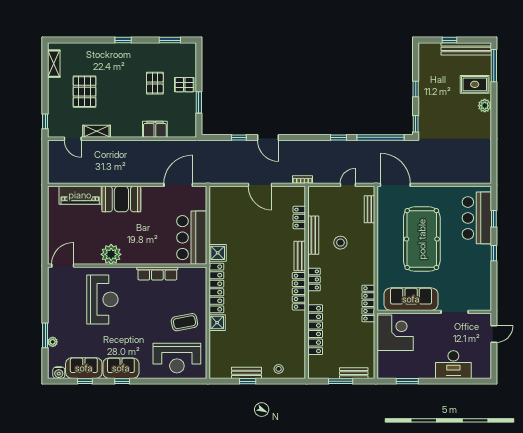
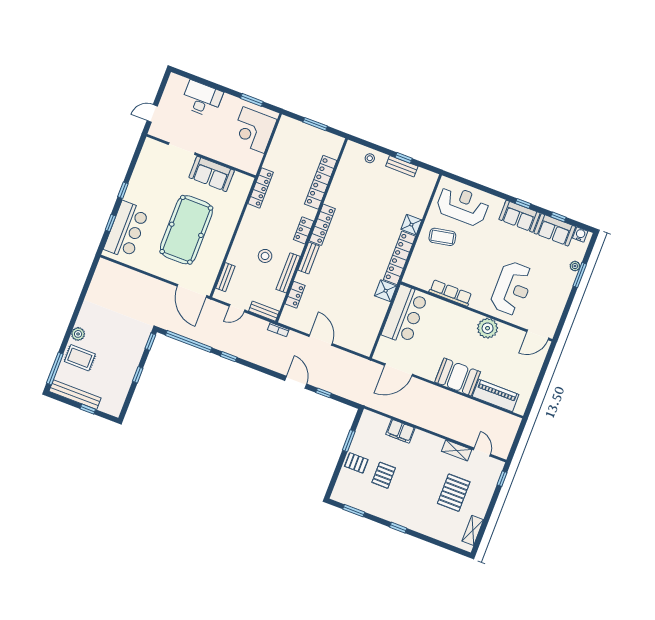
reception desk: (102, 299) -> (512, 288), turned 180
sofa: (411, 299) -> (212, 174), width x0.73
corner desk: (395, 333) -> (254, 130), moved
bench: (354, 373) -> (264, 311), moved

